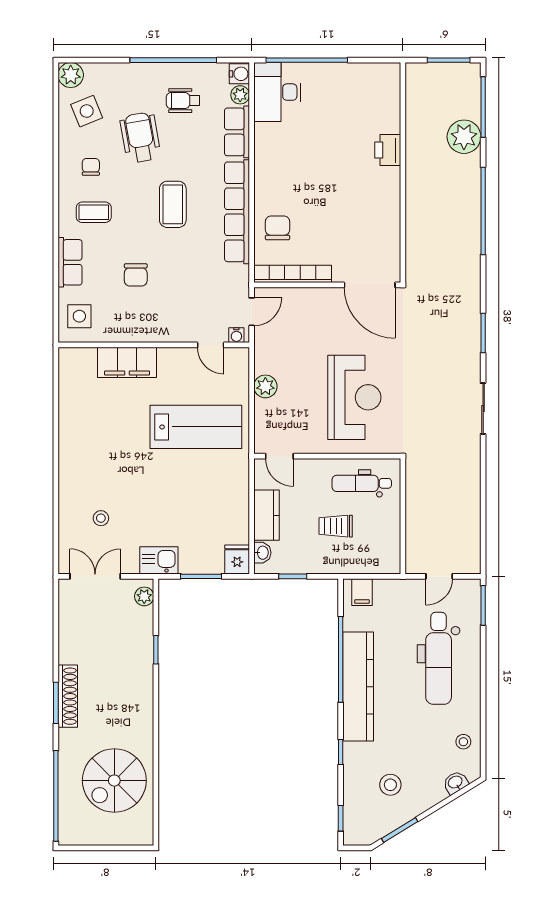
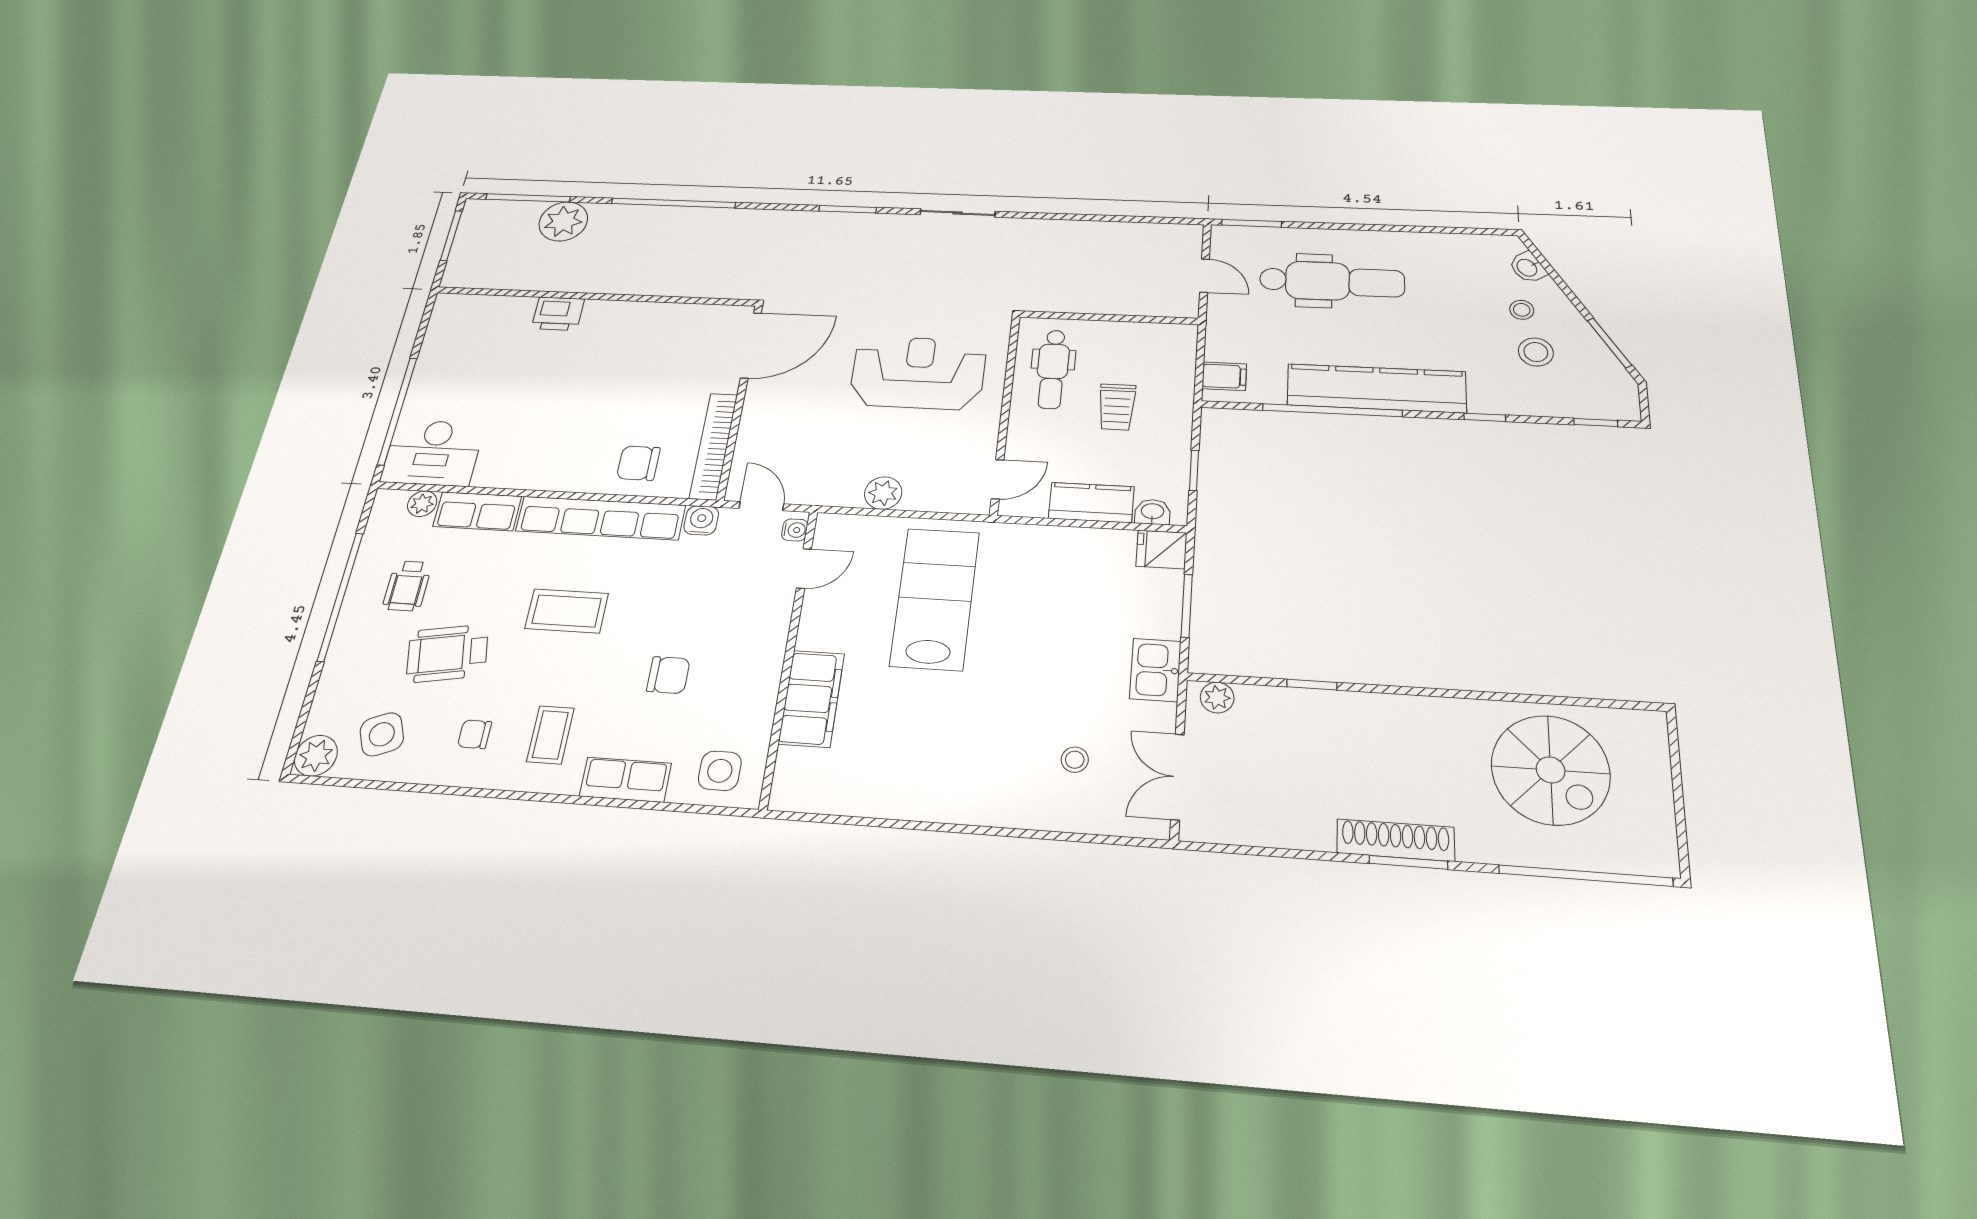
water cooler: (239, 74) -> (701, 520), moved
stool: (463, 742) -> (1522, 310), moved

